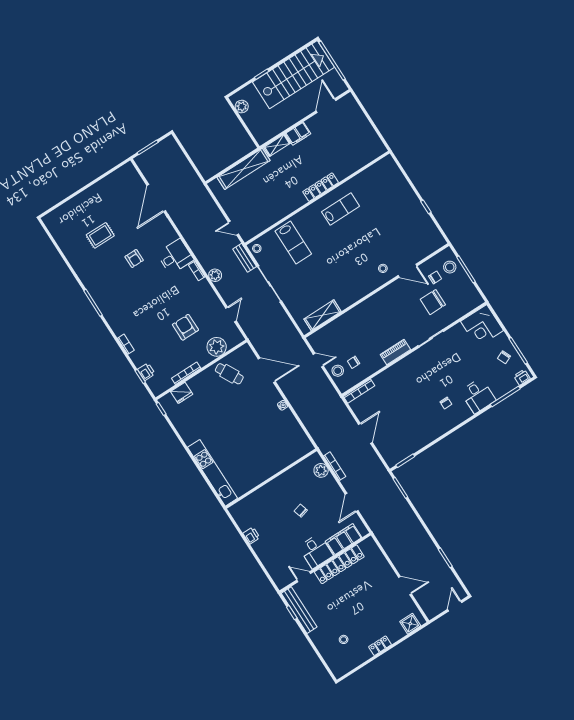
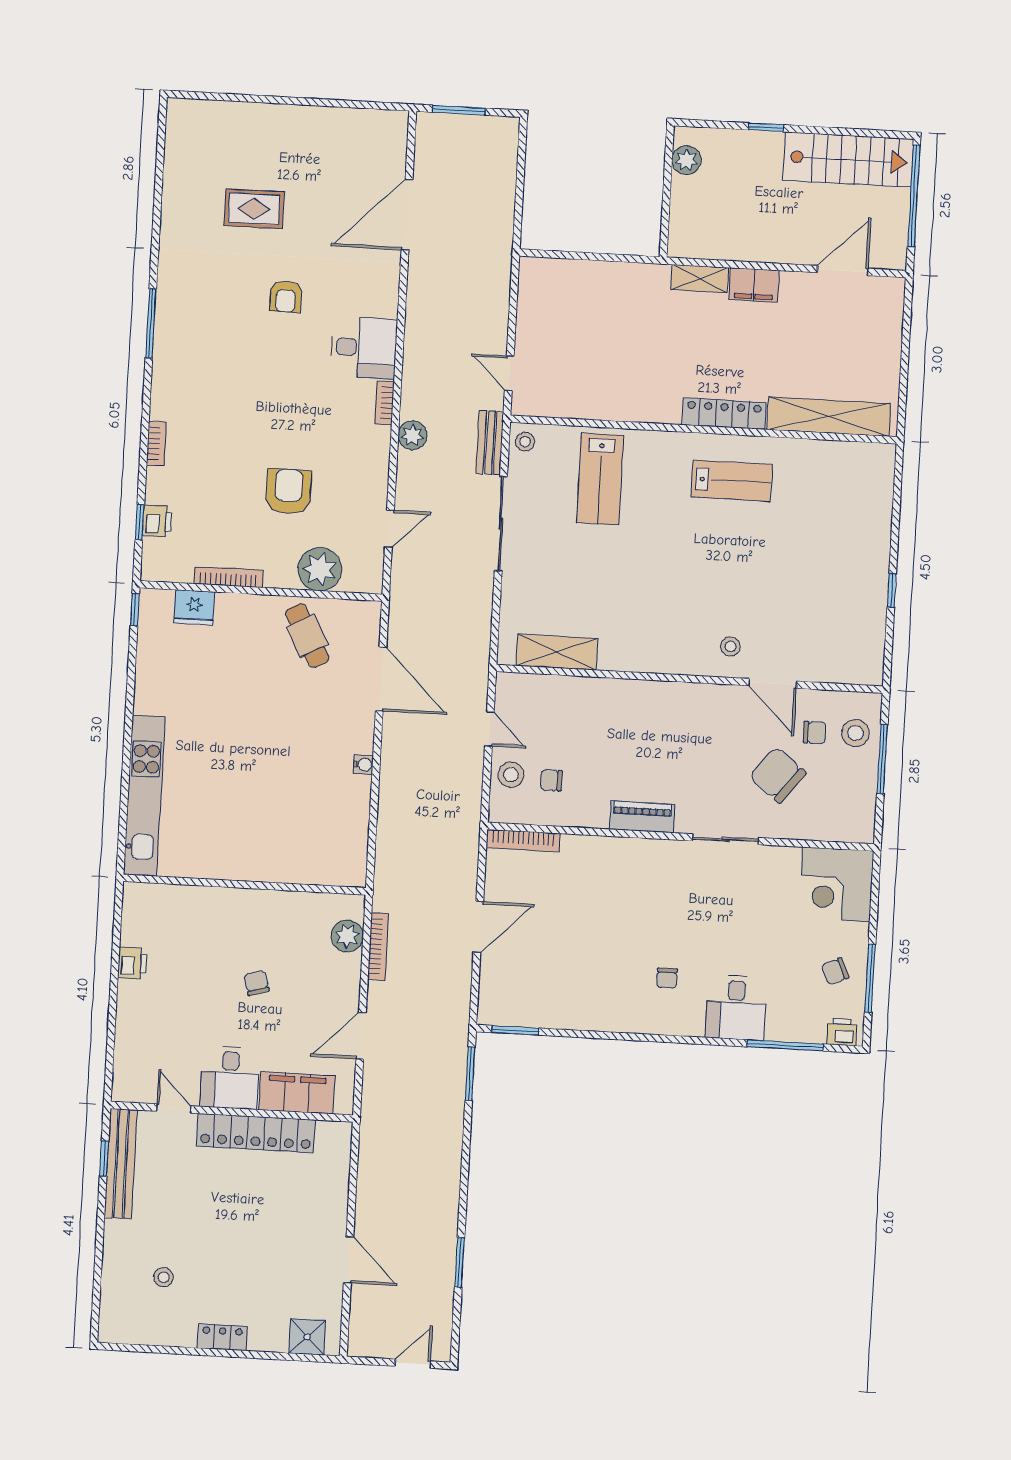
stairs: (293, 75) -> (848, 160), width x0.73, depth x0.66
shelving: (244, 169) -> (829, 417), moved
chair: (433, 302) -> (778, 775), turned 38

